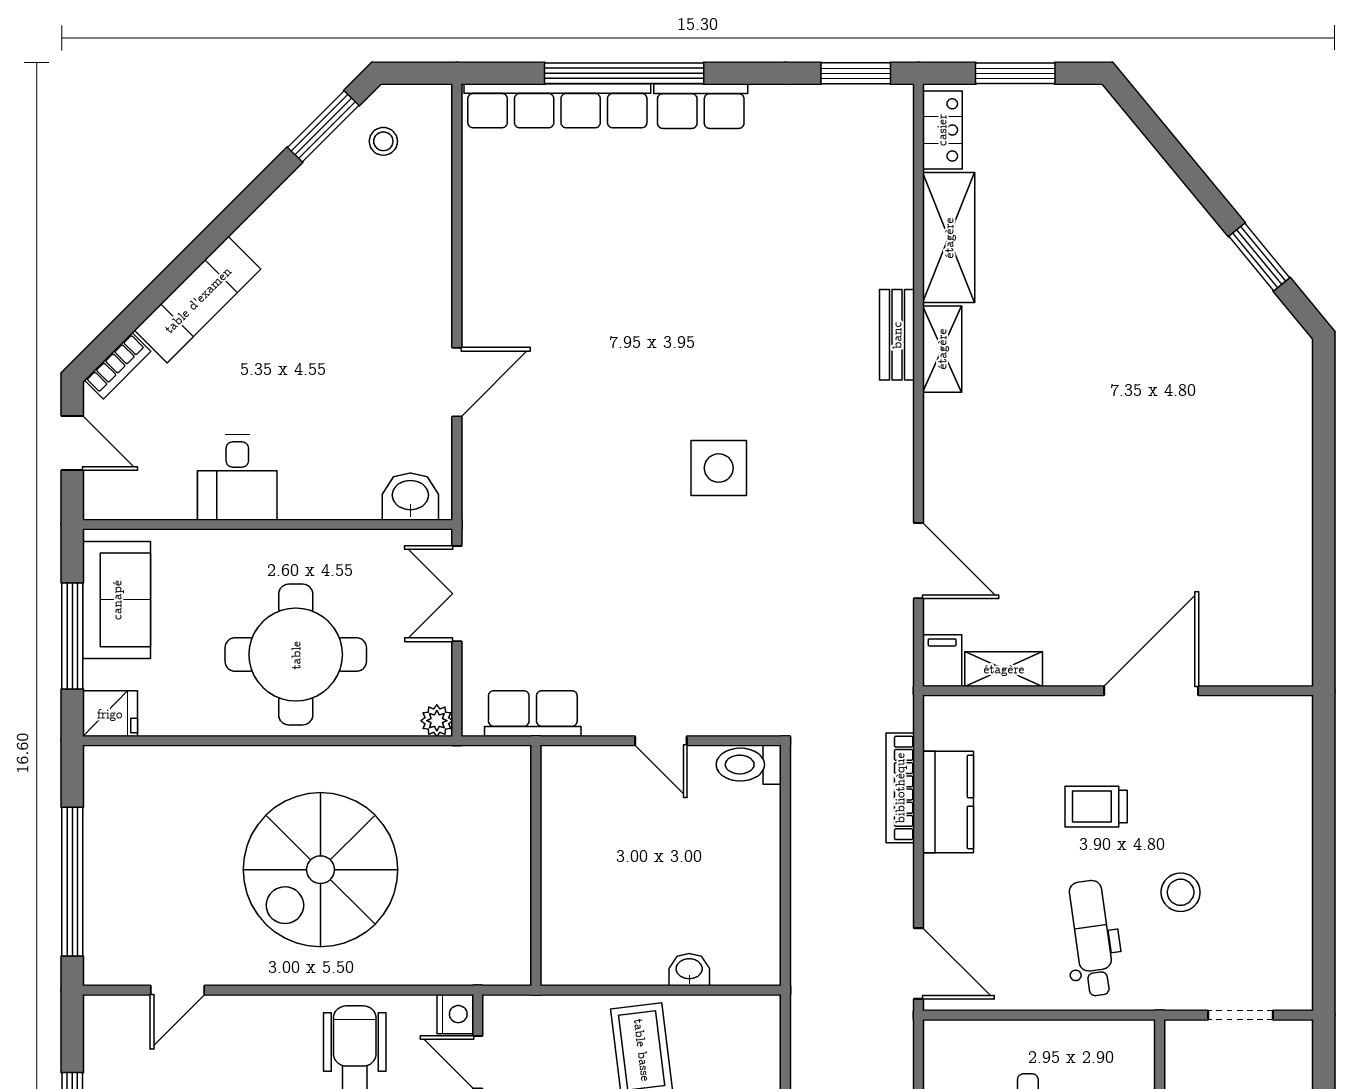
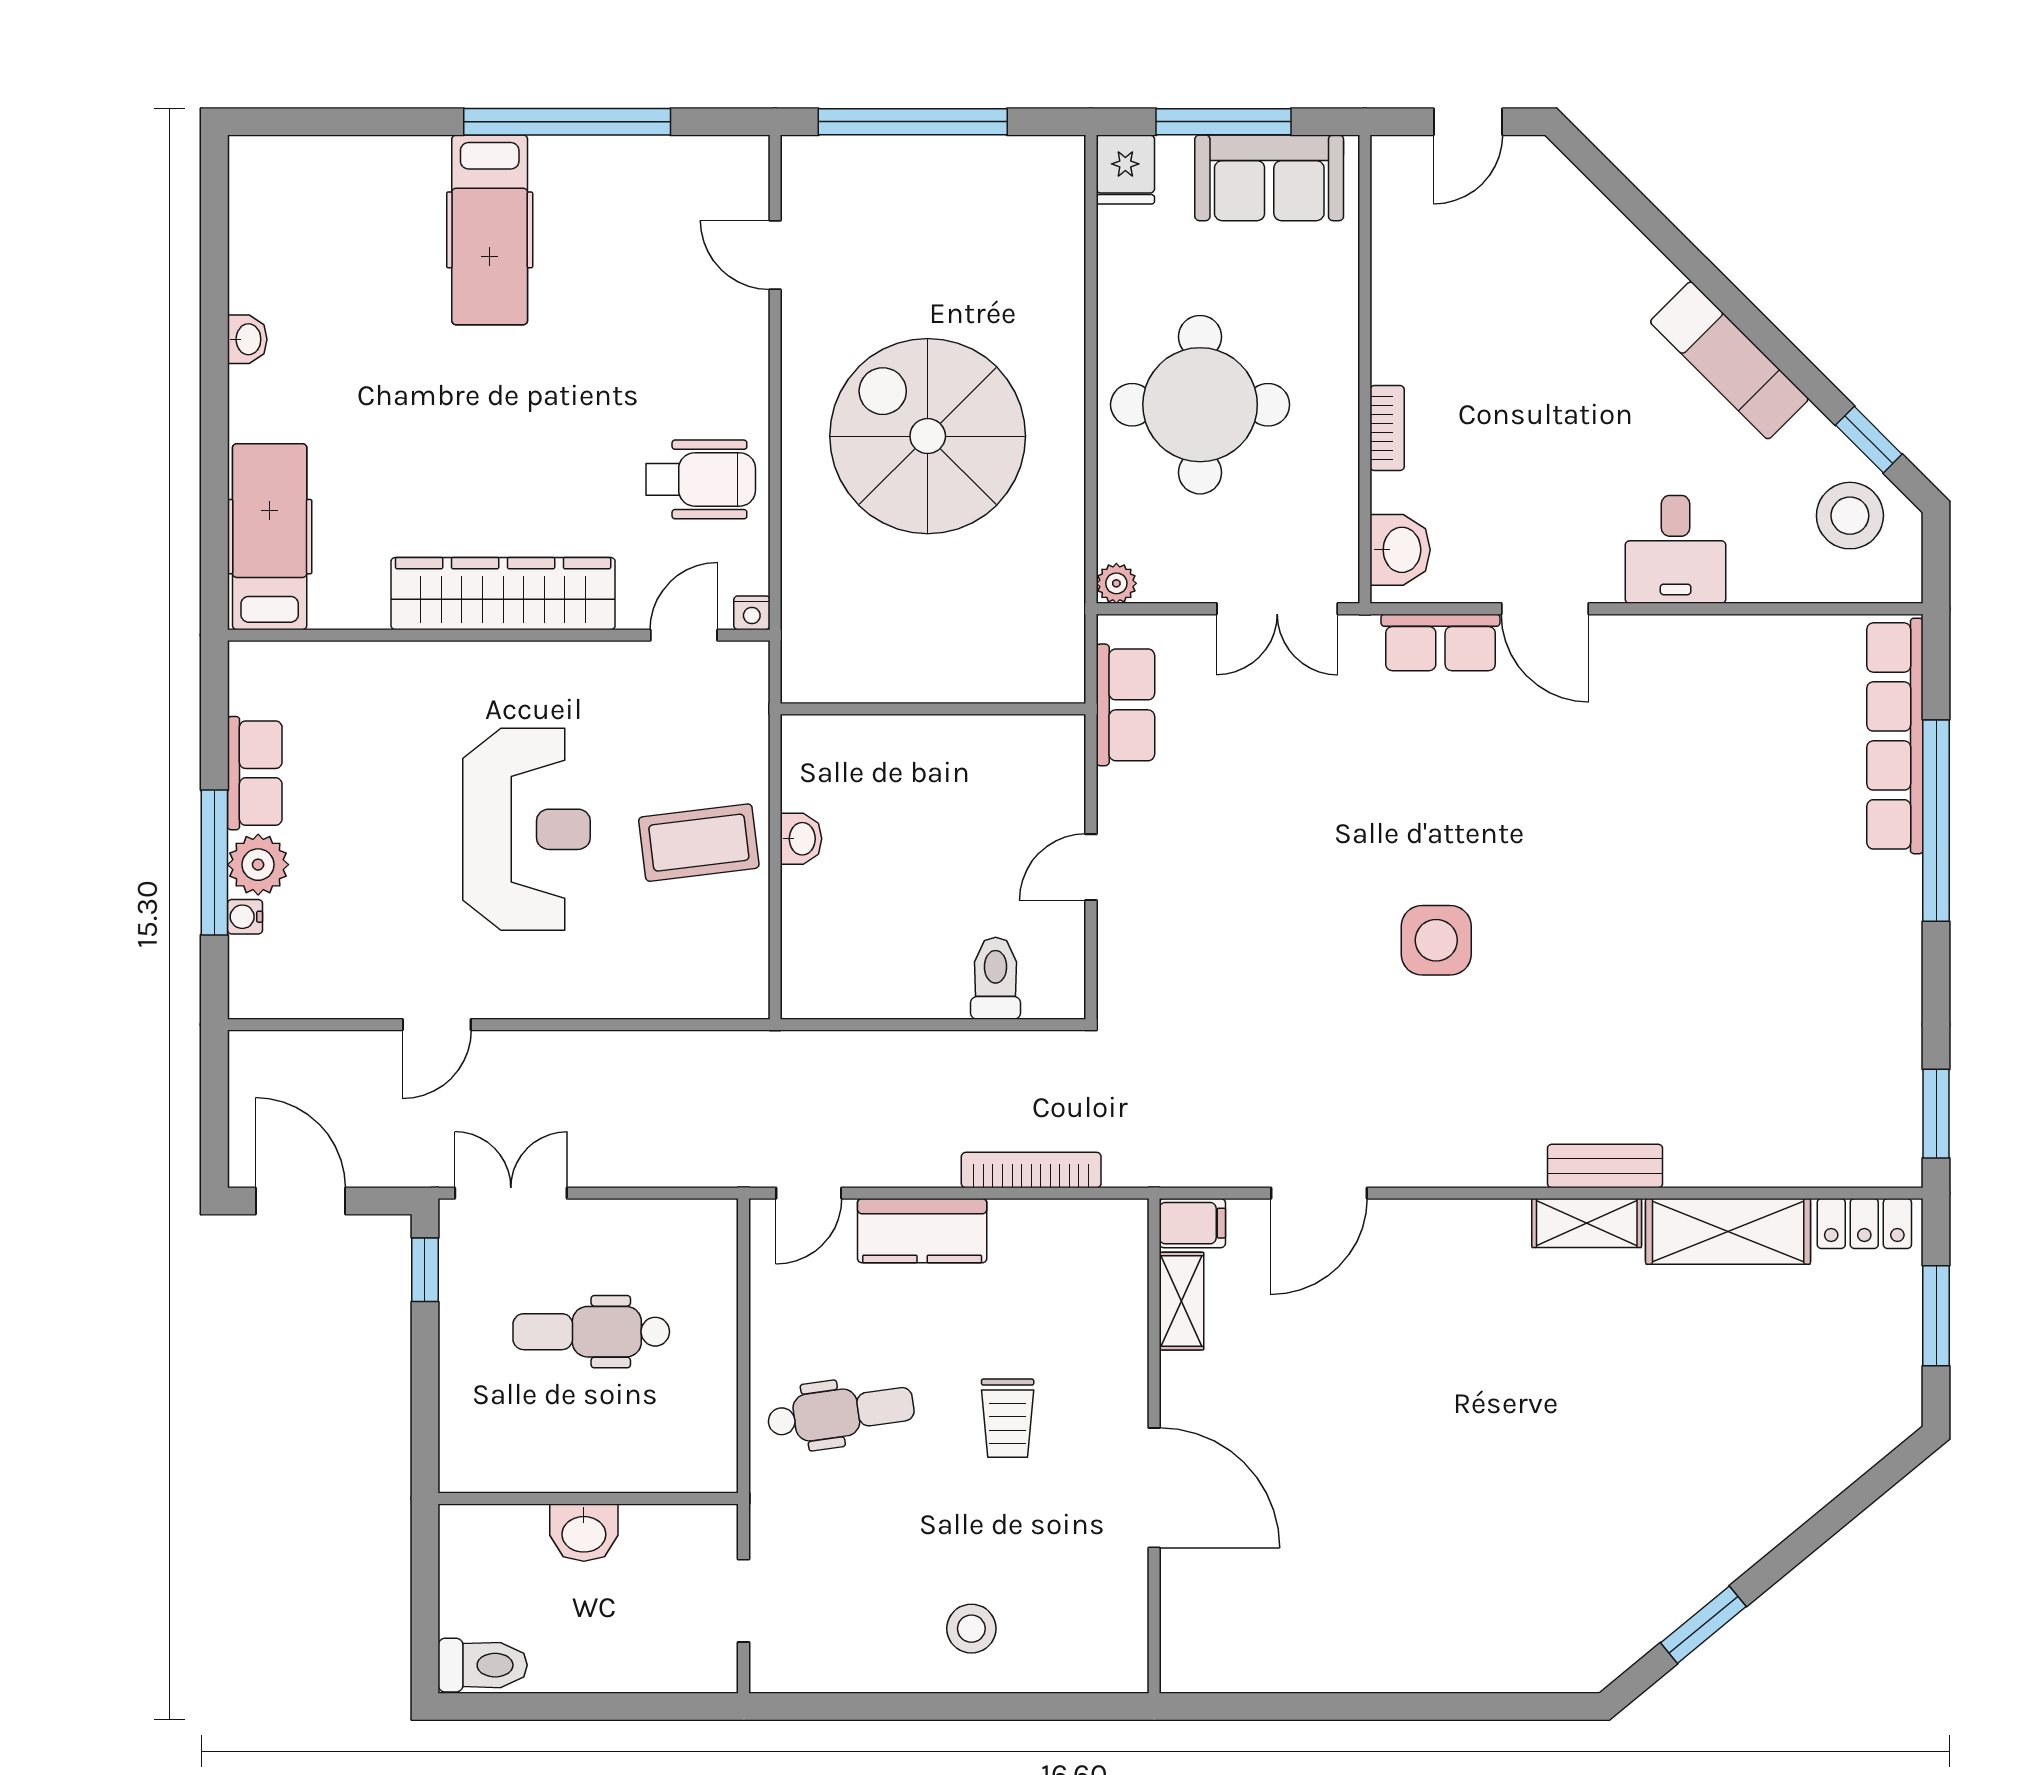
row of seats: (701, 106) -> (1440, 642), moved, turned -90
window: (323, 126) -> (1869, 440), width x0.67
stool: (383, 141) -> (1850, 516), width x1.89, depth x1.89
exam couch: (198, 300) -> (1729, 360), moved
bookcase: (118, 366) -> (1387, 428), moved, turned -135
desk: (237, 478) -> (1676, 549), moved, turned -90
double door: (457, 594) -> (1277, 609), swing flipped
toilet: (749, 765) -> (996, 978), moved
kitchen counter: (948, 802) -> (922, 1231), moved
trolley: (1096, 807) -> (1008, 1418), turned 180
stool: (1181, 892) -> (971, 1629), moved
door: (918, 964) -> (809, 1193), width x0.73
washbasin: (689, 970) -> (801, 839), moved
nightstand: (455, 1014) -> (752, 613), width x0.72, depth x0.74

